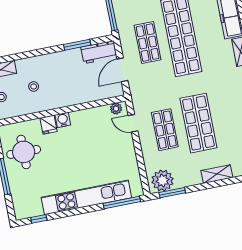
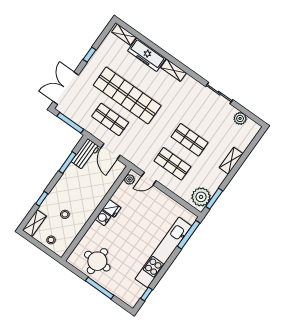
window: (27, 55) -> (42, 199), added
shop shelf: (198, 123) -> (190, 140), width x0.70, depth x0.74
fridge: (49, 125) -> (112, 208), moved

